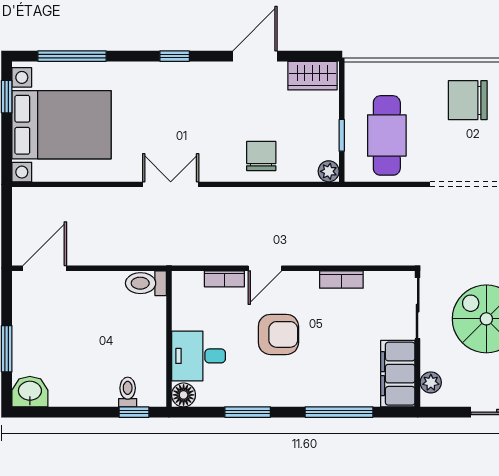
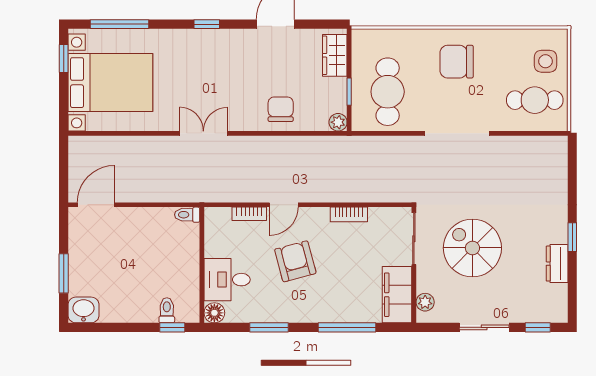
wardrobe: (312, 76) -> (335, 55), moved, turned 90
toilet: (146, 283) -> (187, 215), width x0.73, depth x0.72
armchair: (278, 334) -> (295, 261), turned -105

